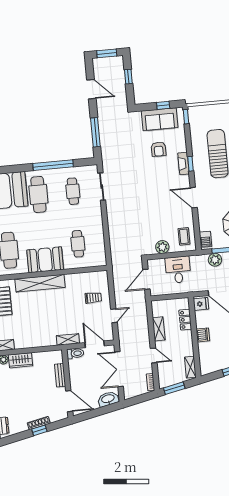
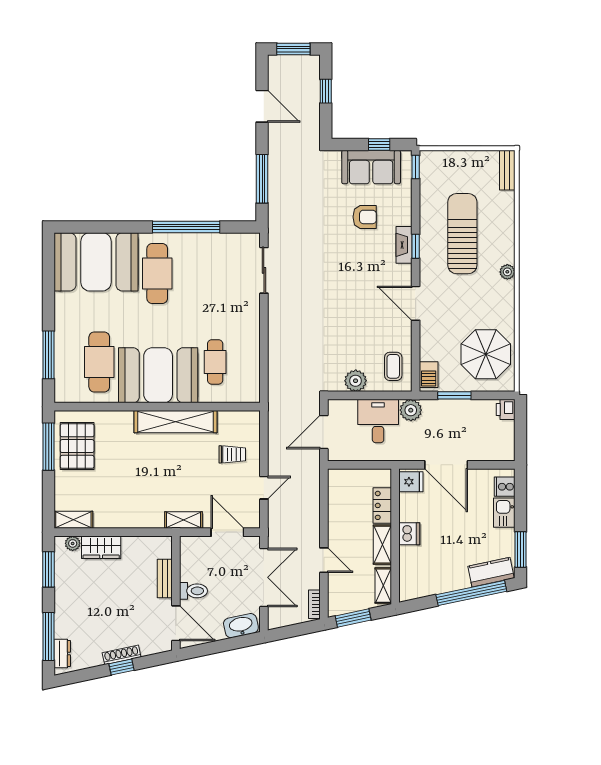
armchair: (159, 149) -> (365, 217), turned -90
cafe table: (73, 191) -> (215, 273), removed
booth: (45, 260) -> (158, 375), width x1.36, depth x1.42
plant: (215, 260) -> (411, 410), moved
shelving: (40, 283) -> (176, 422), moved
shelving: (159, 329) -> (382, 545), moved
toilet: (75, 353) -> (193, 591), moved
double door: (119, 369) -> (264, 577), swing flipped

